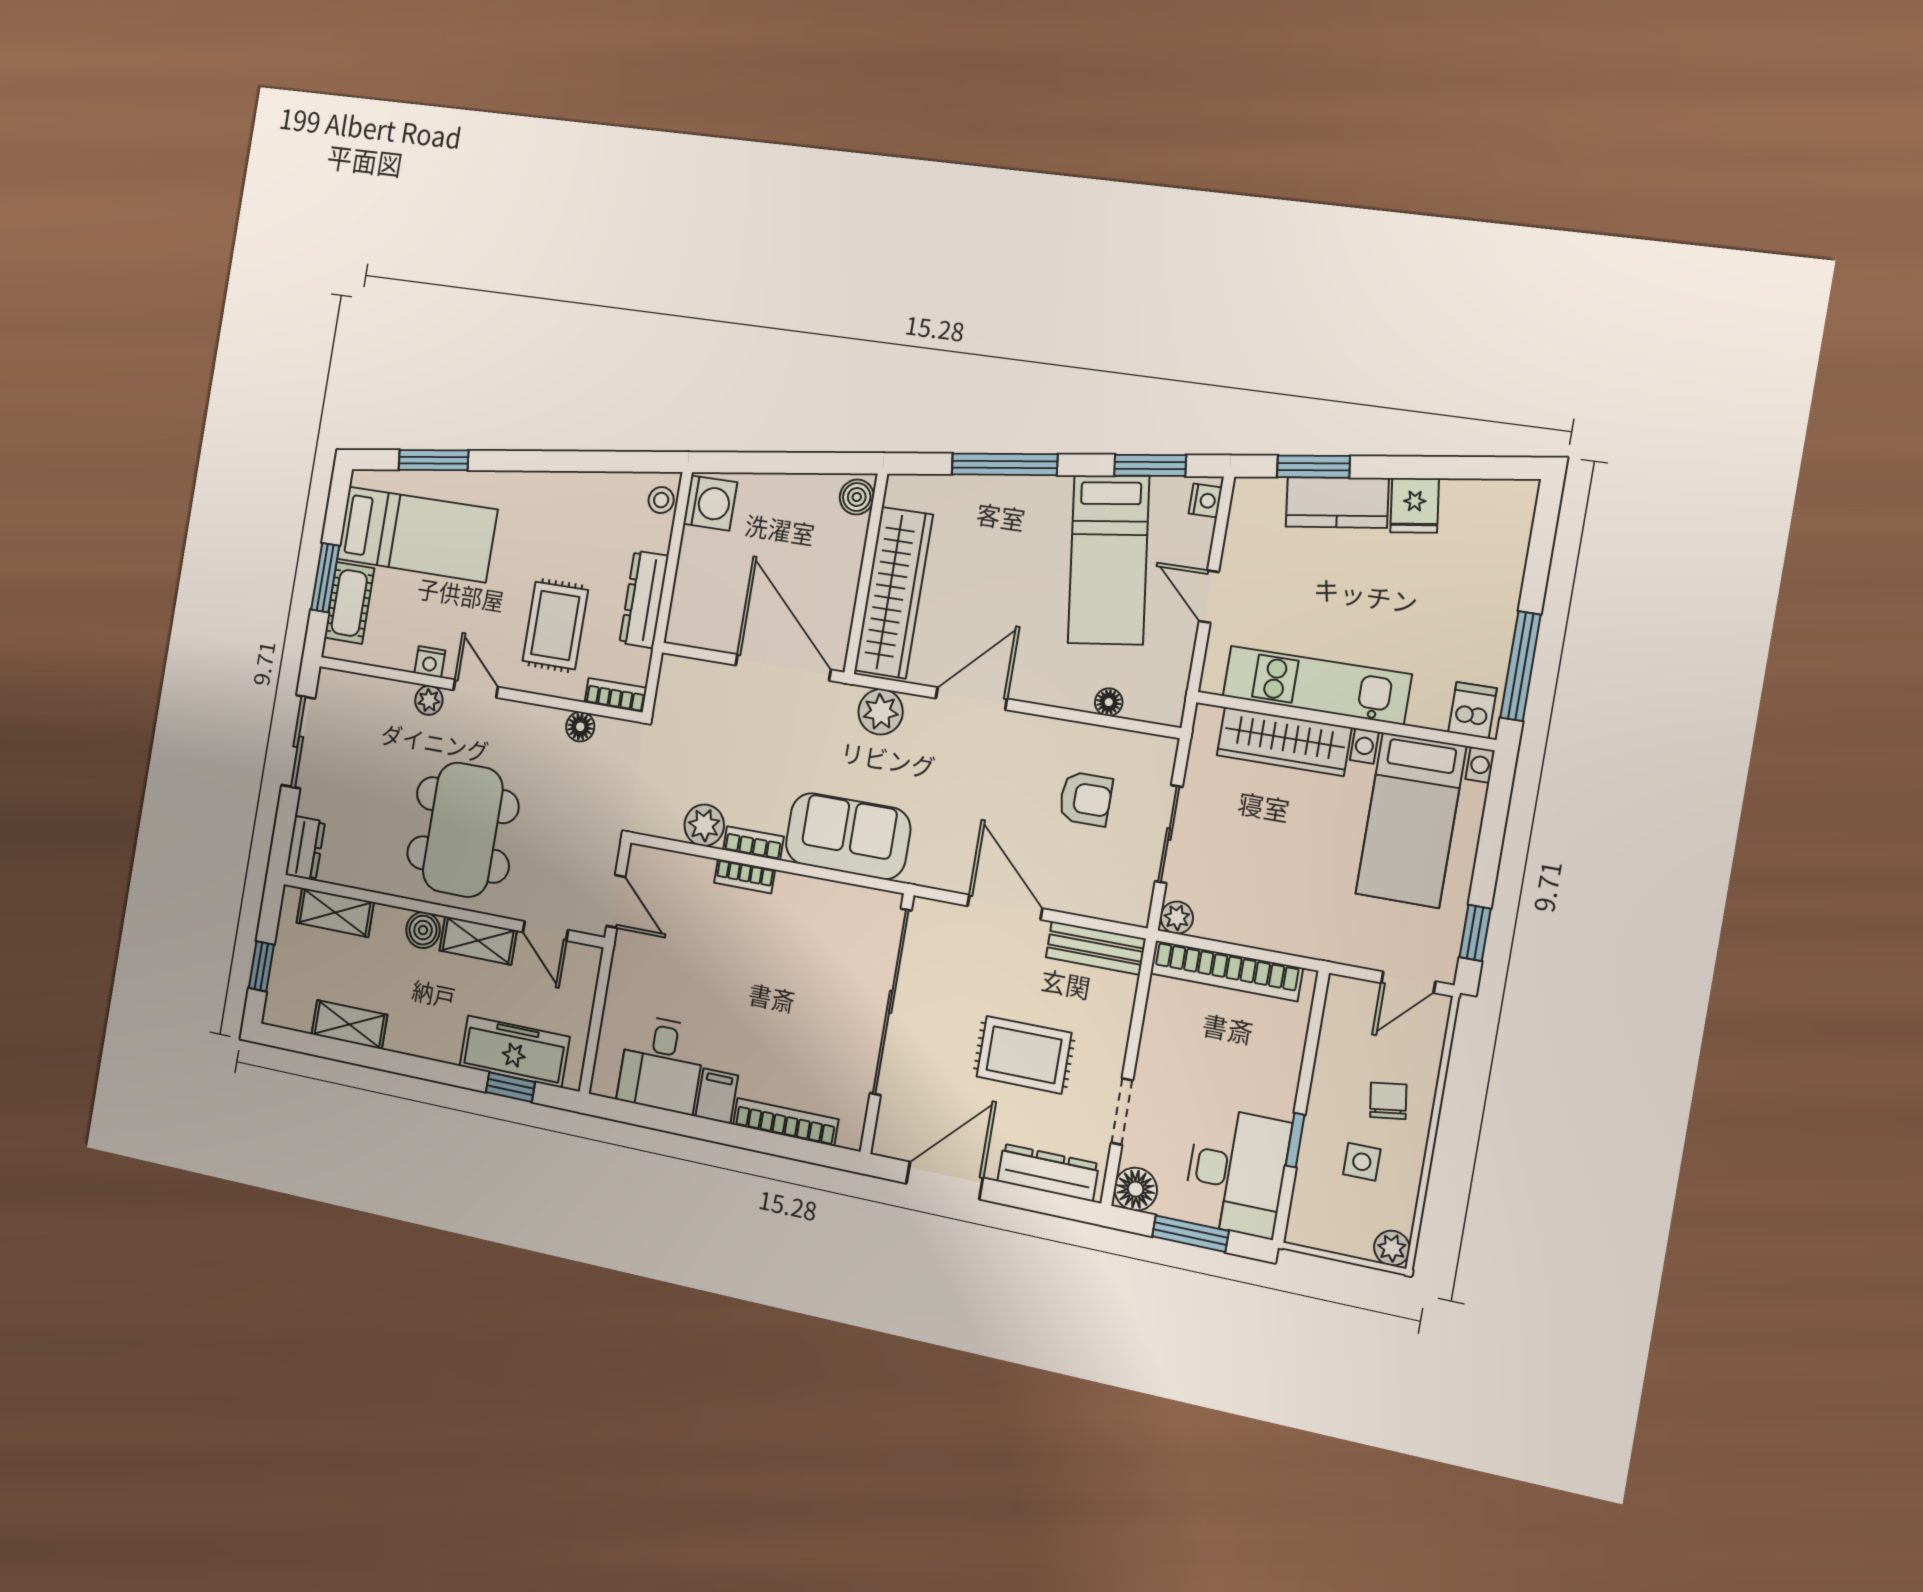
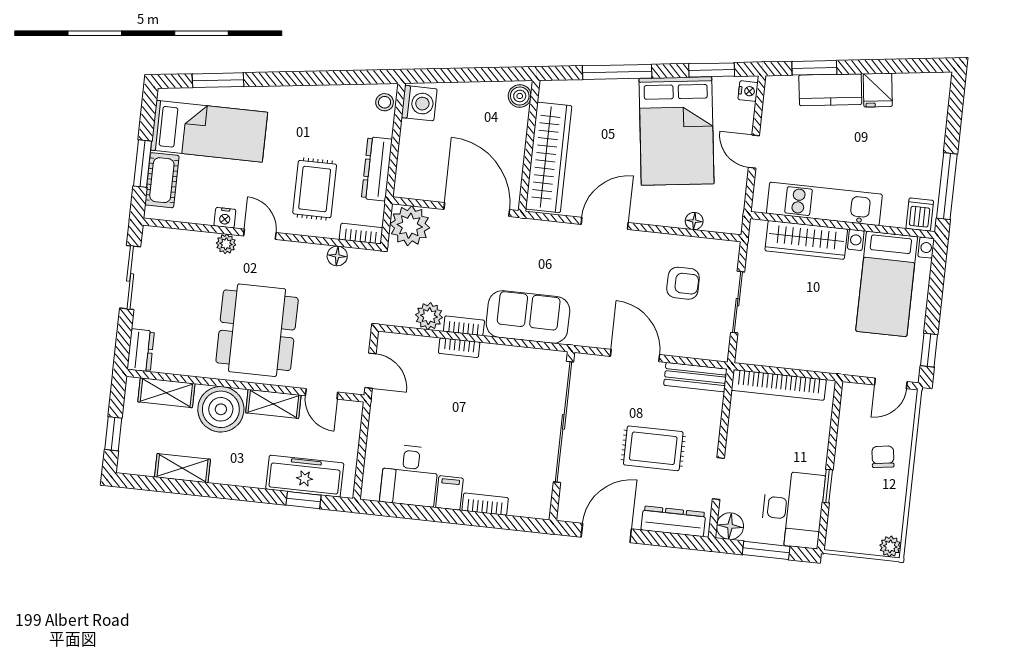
bed: (1108, 560) -> (676, 131), width x1.50
plant: (881, 712) -> (410, 226), moved, width x1.36, depth x1.36
plant: (1177, 918) -> (746, 354), removed
boiler: (423, 930) -> (221, 409), width x1.86, depth x1.86
bookcase: (786, 1122) -> (485, 504), width x0.64
side table: (1362, 1162) -> (869, 496), removed

